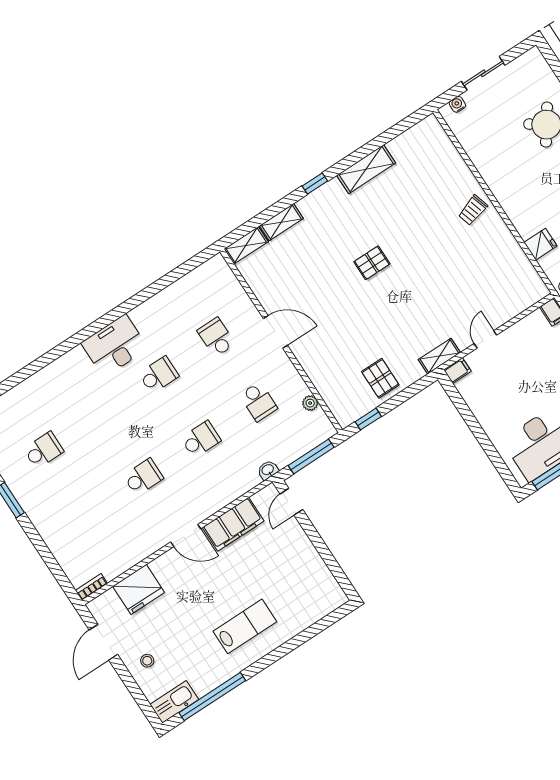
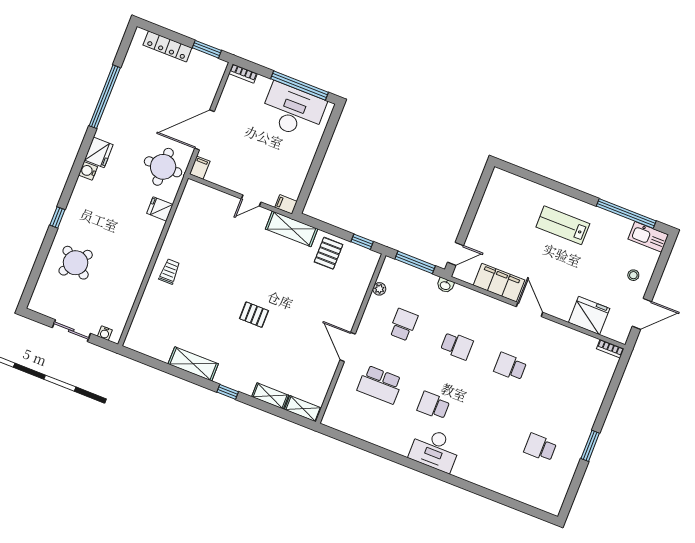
trolley: (473, 210) -> (169, 271), turned -73
school desk: (216, 337) -> (380, 385), width x1.85
shelving: (439, 356) -> (292, 229), width x1.50, depth x1.33
school desk: (201, 439) -> (457, 346), turned 180

